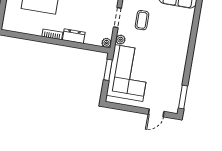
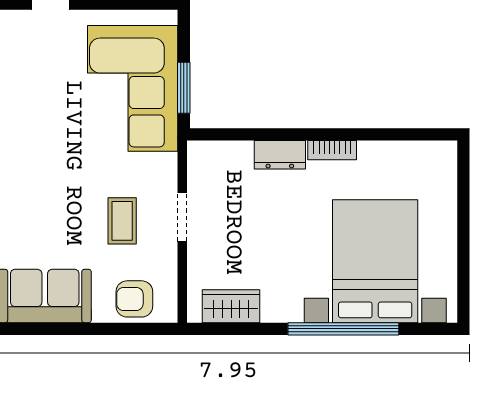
plant: (120, 40) -> (166, 165), removed
plant: (106, 43) -> (198, 152), removed

